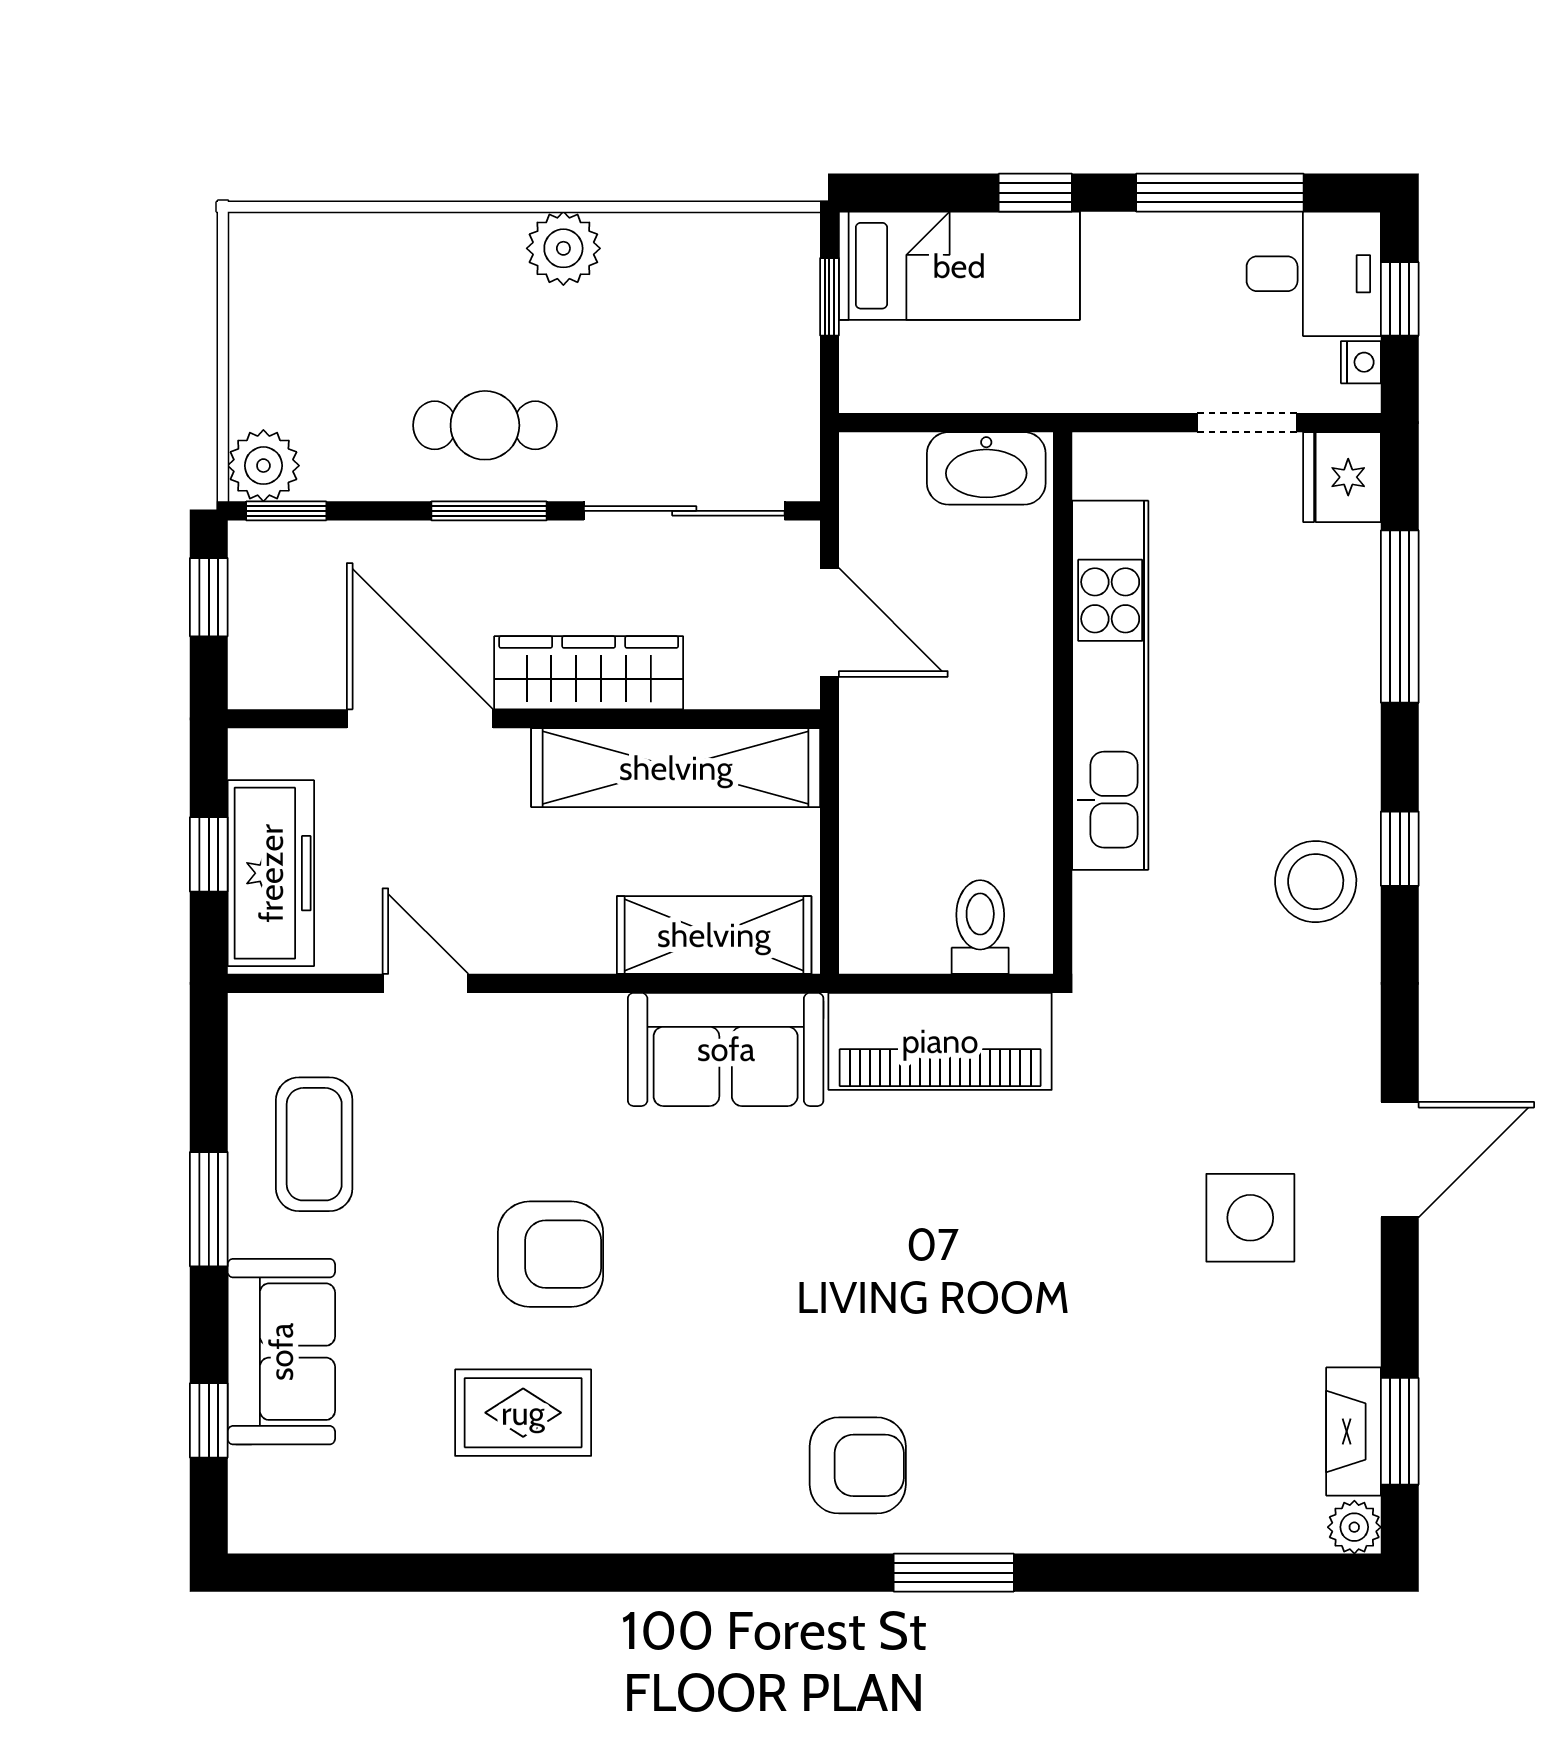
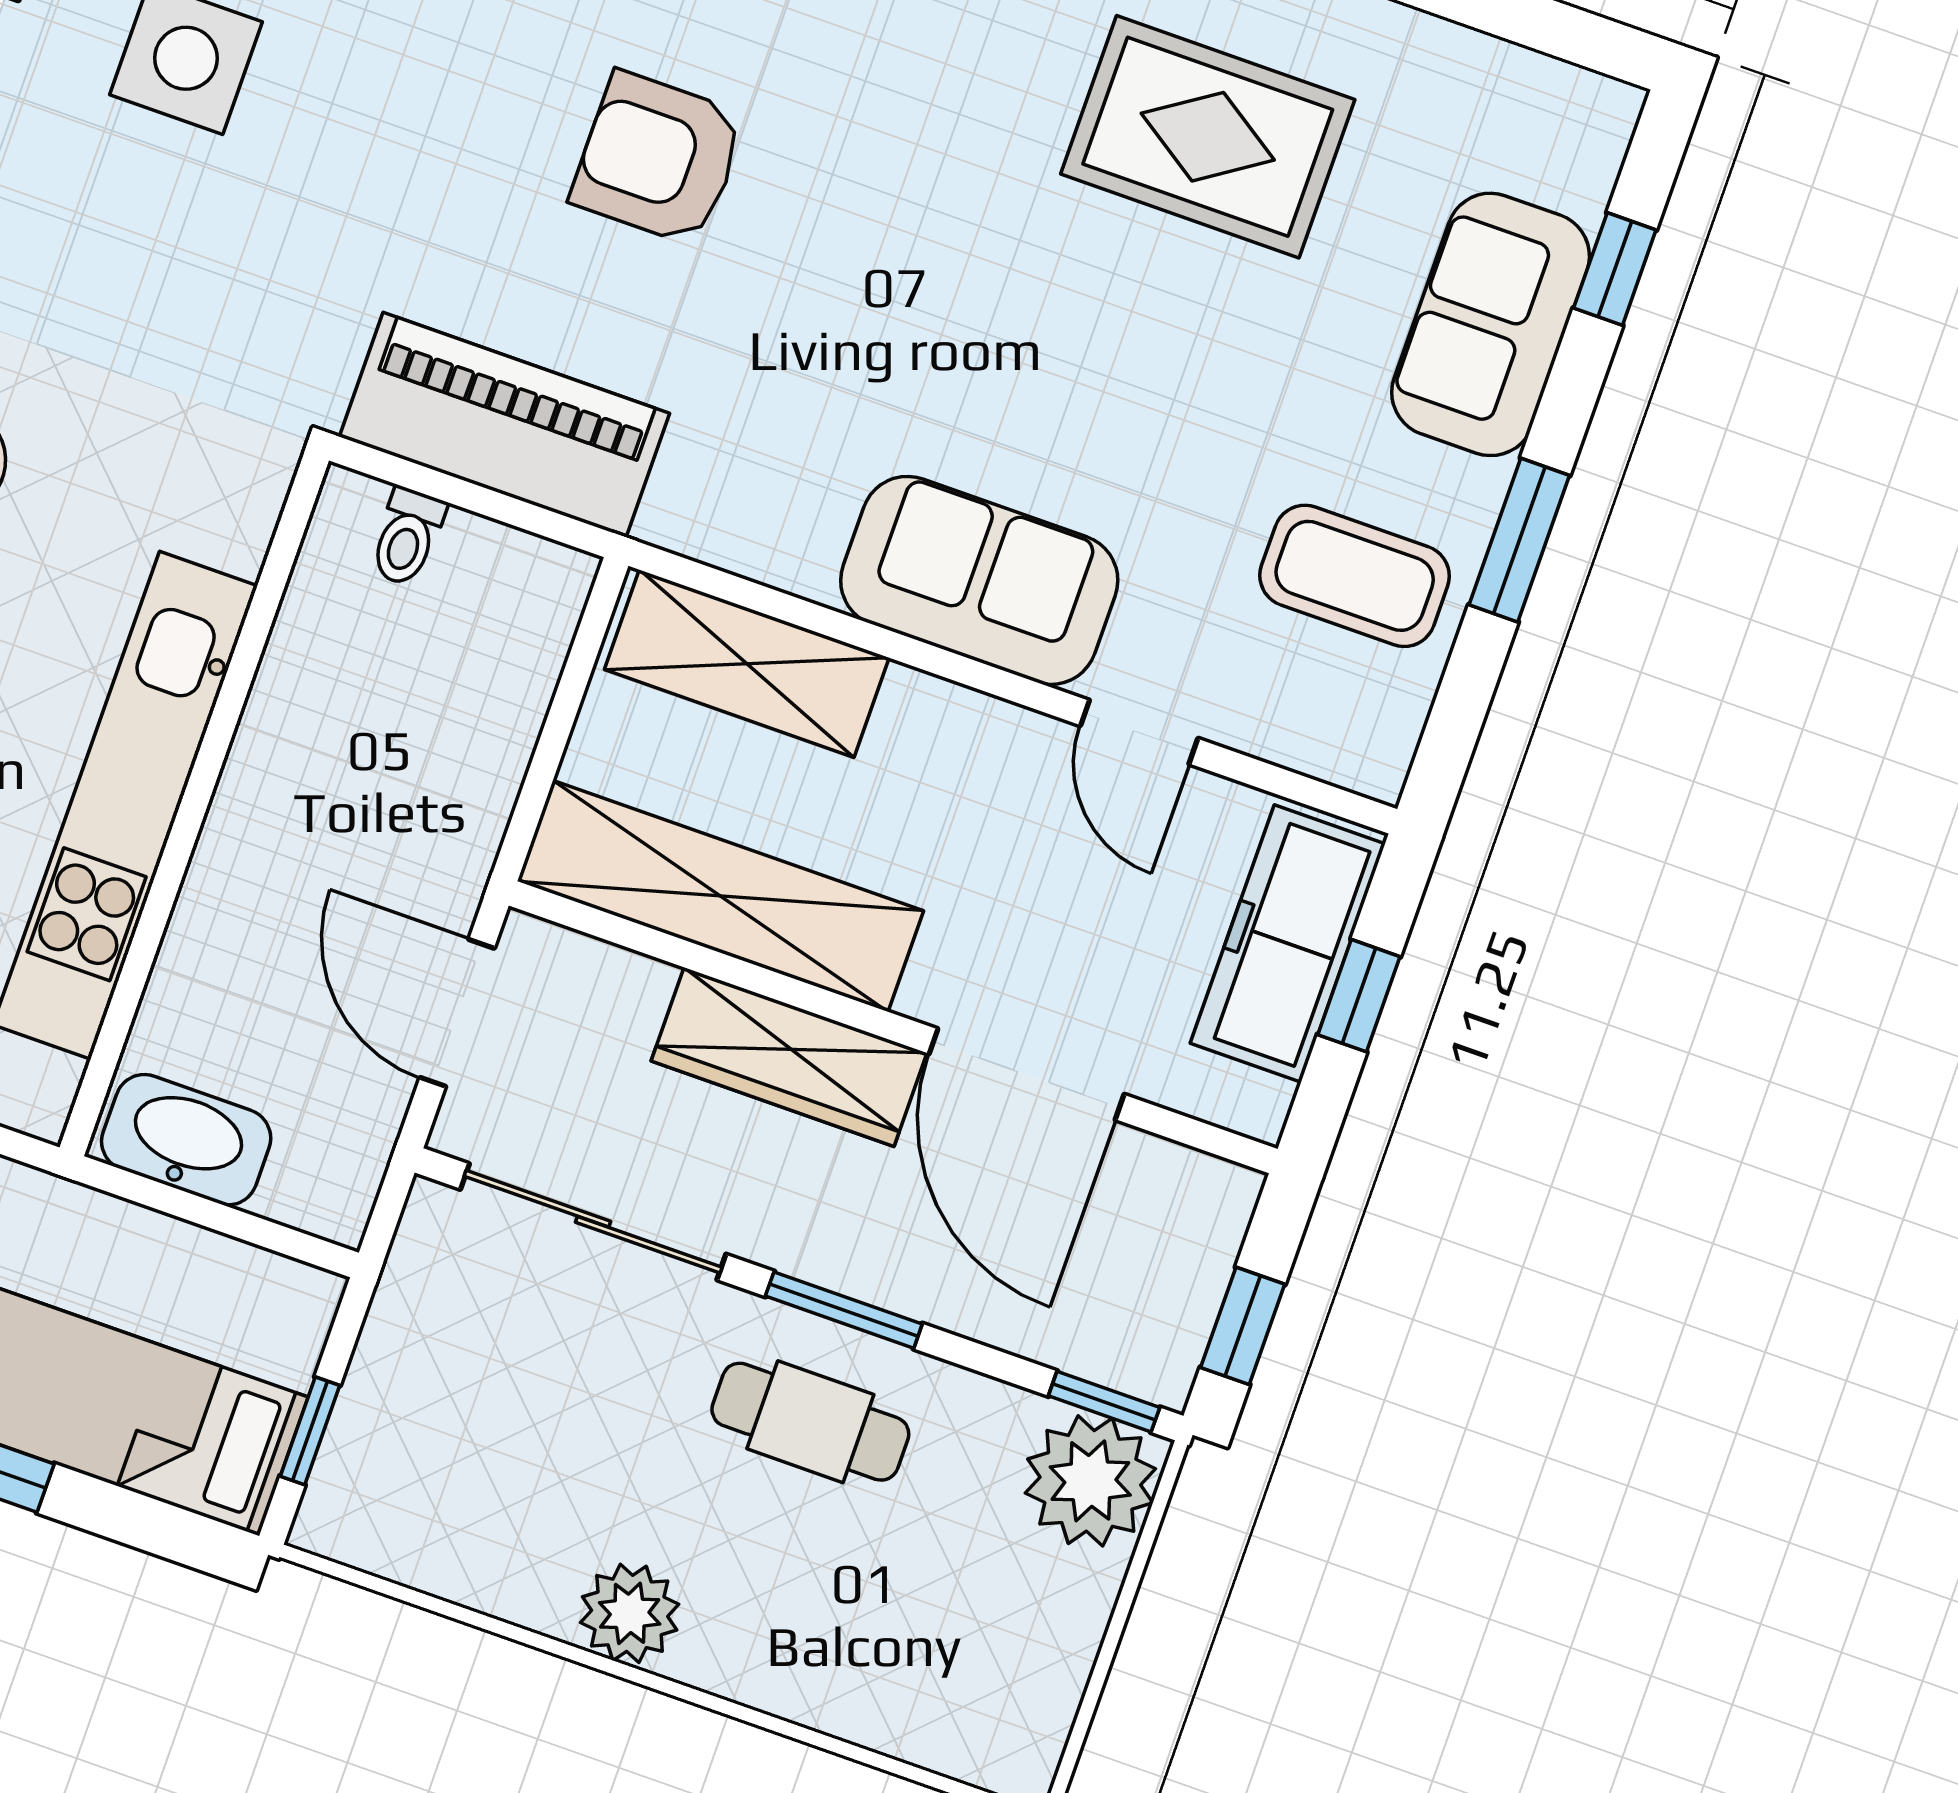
plant: (263, 466) -> (1090, 1481), width x1.36, depth x1.36
toilet: (980, 927) -> (407, 537), width x0.73, depth x0.72
sofa: (726, 1049) -> (979, 580), moved
coffee table: (314, 1144) -> (1355, 576), turned 90
armchair: (551, 1254) -> (658, 158), moved
rug: (523, 1413) -> (1208, 137), width x1.36, depth x1.43

